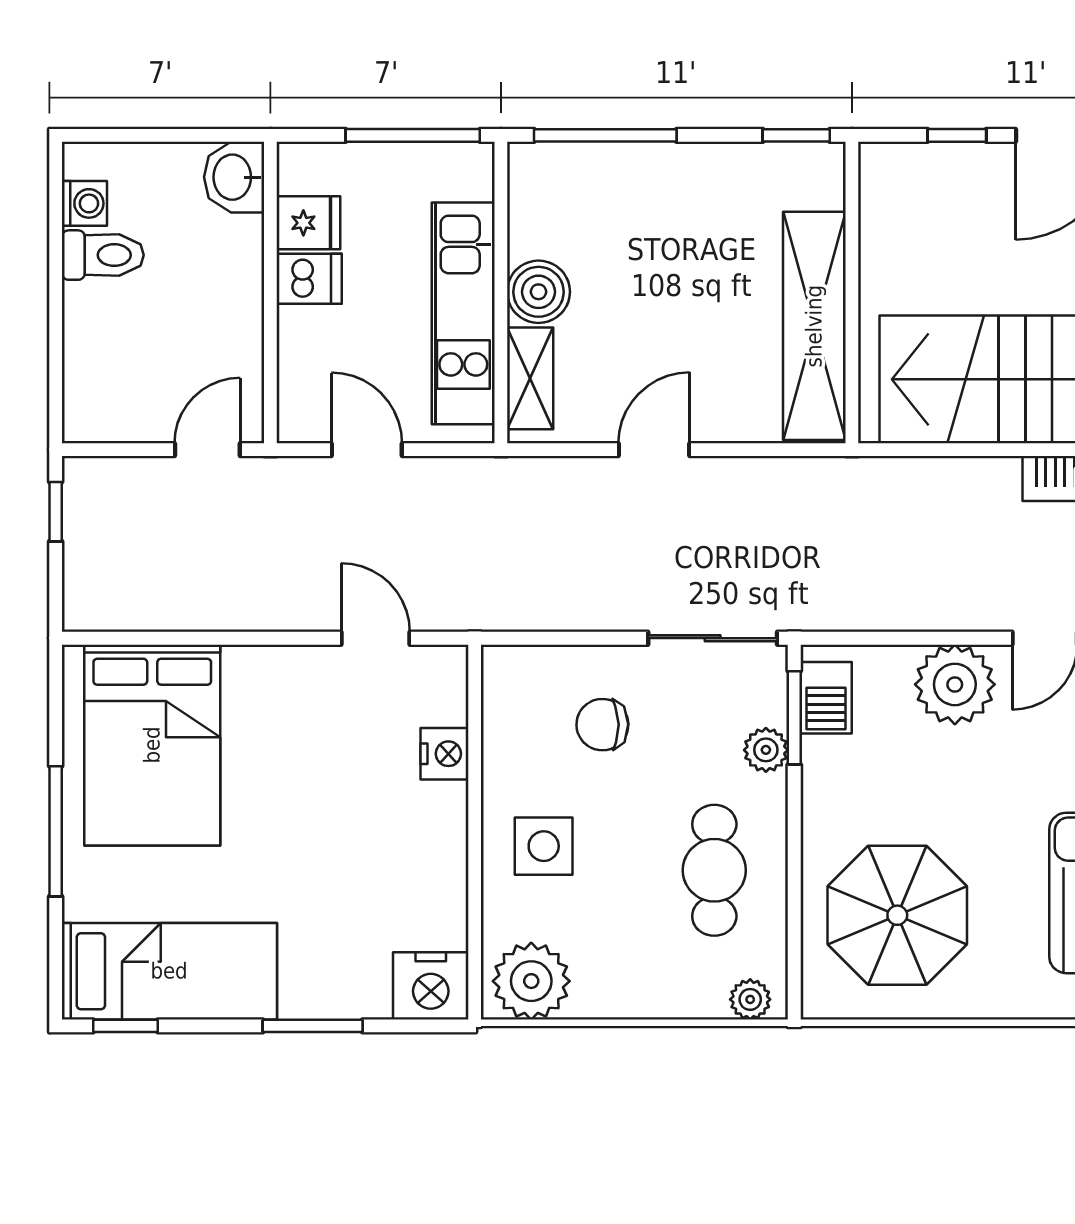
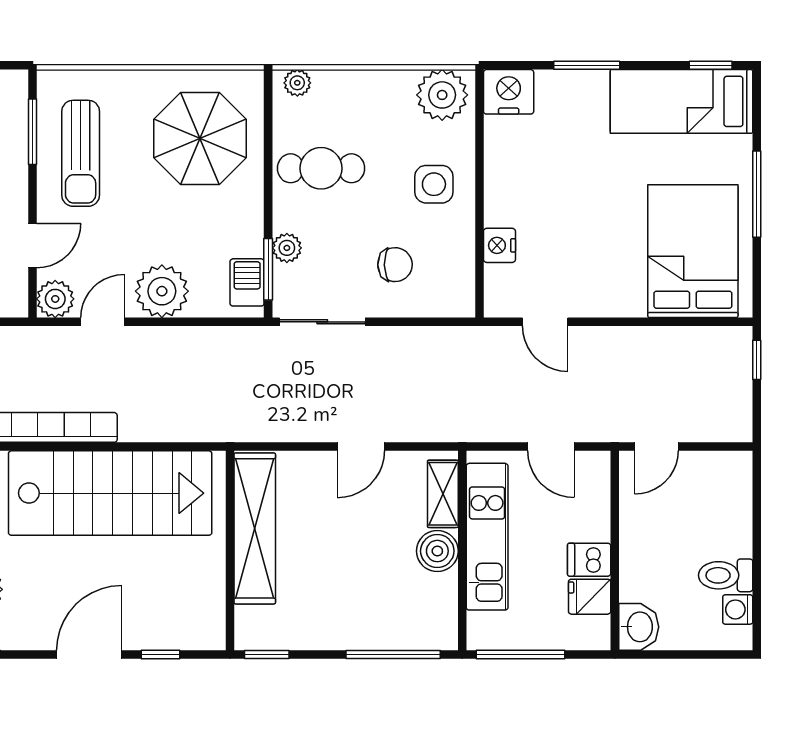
window: (56, 512) -> (757, 360), moved
cafe table: (714, 870) -> (321, 168), turned 90

